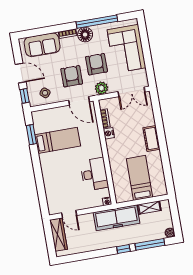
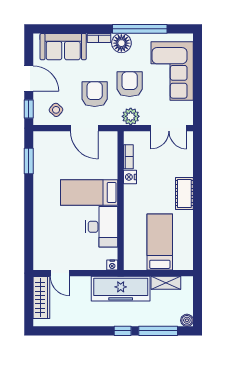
door: (79, 101) -> (84, 128), moved
bed: (58, 140) -> (89, 192), moved, turned 180

